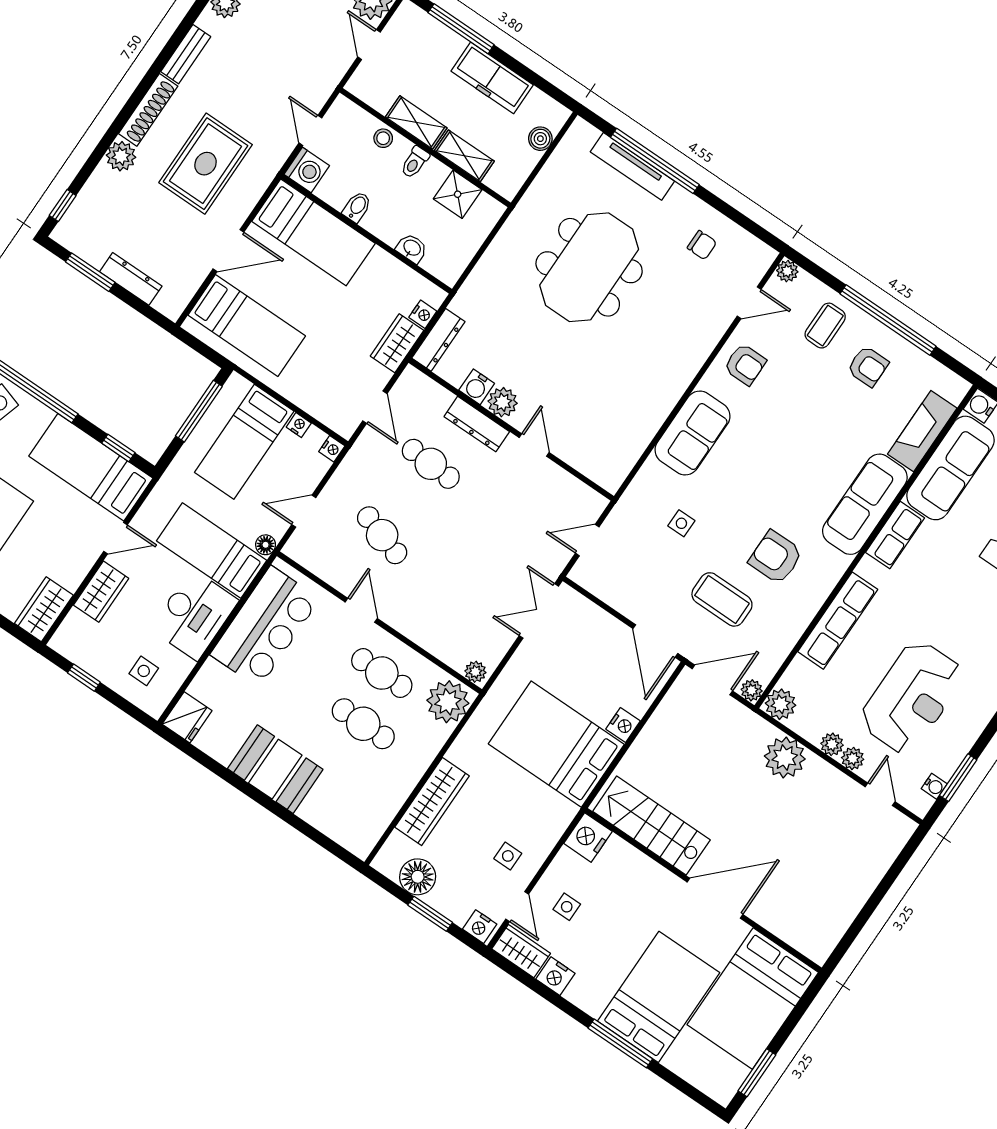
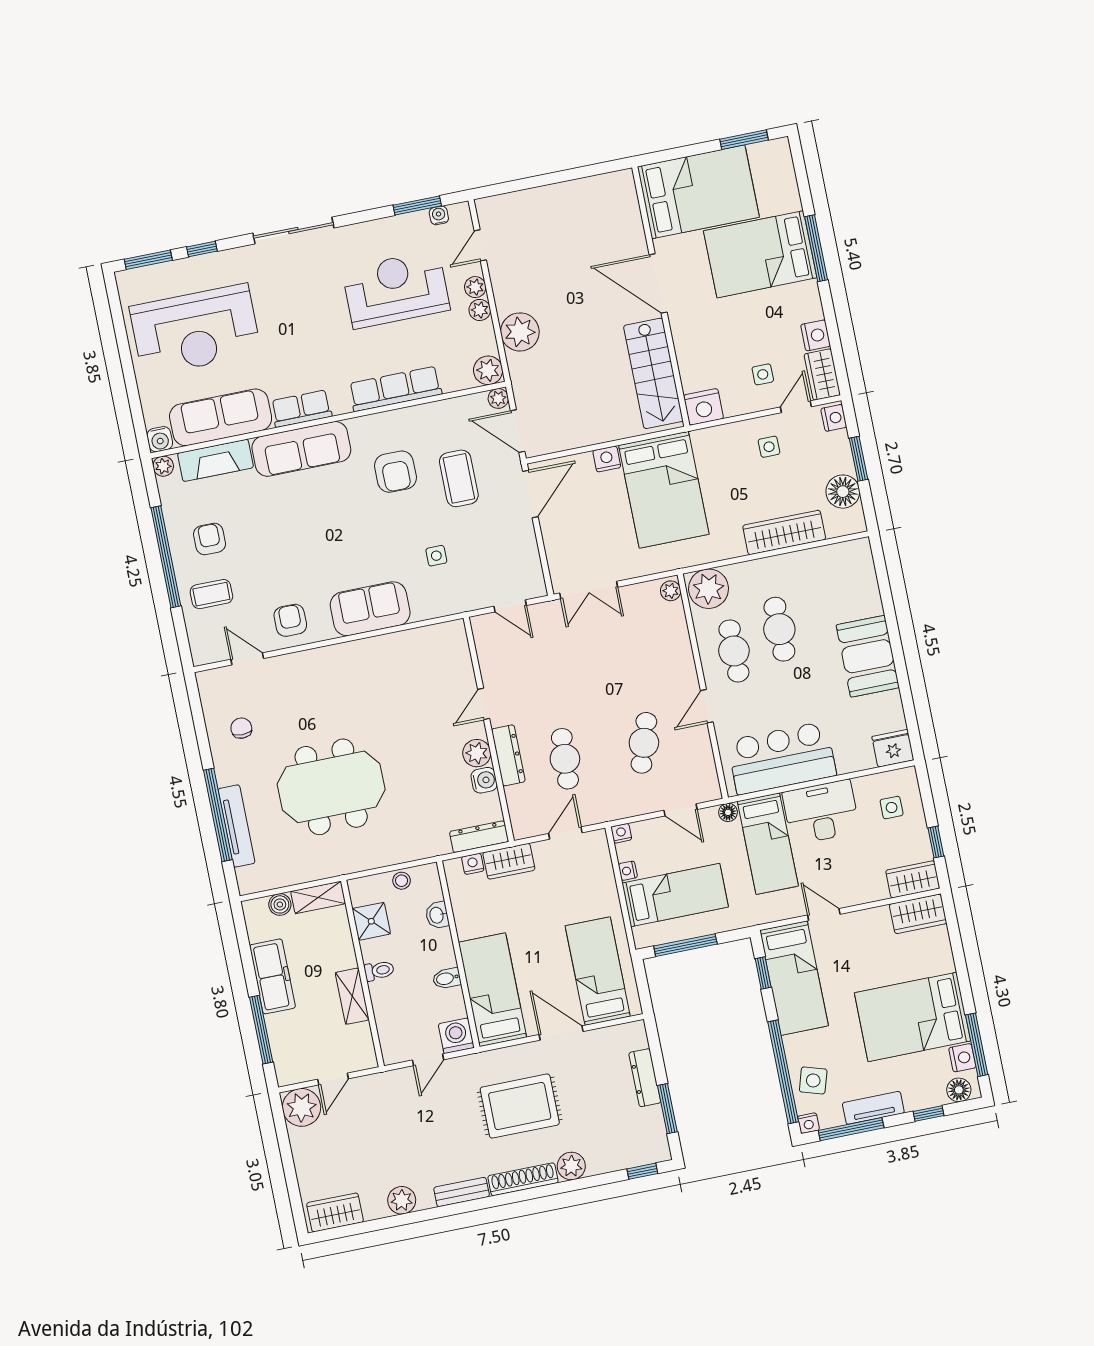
stool: (383, 138) -> (402, 881), moved
shelving: (464, 156) -> (318, 897), moved, turned 90
plant: (787, 271) -> (163, 466), moved
wardrobe: (101, 592) -> (913, 879), moved

